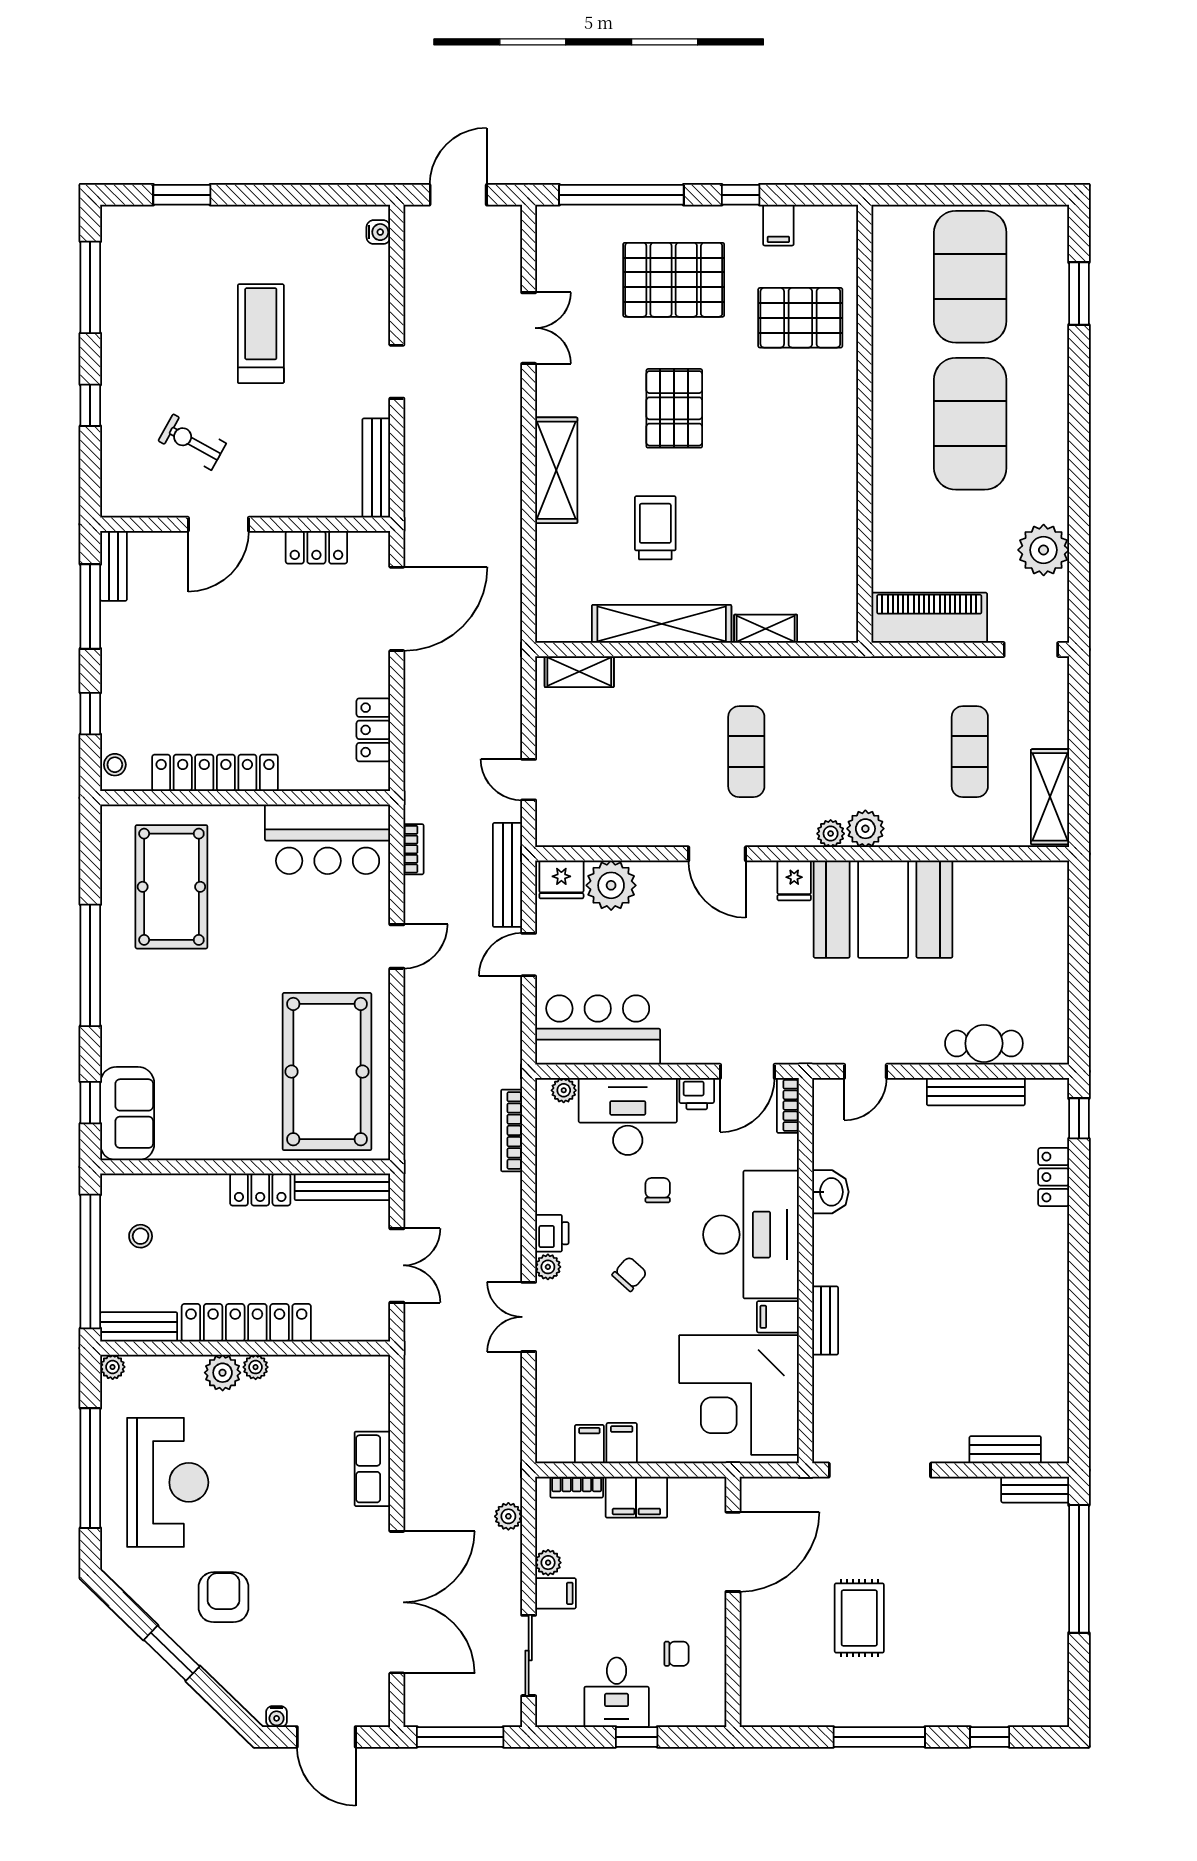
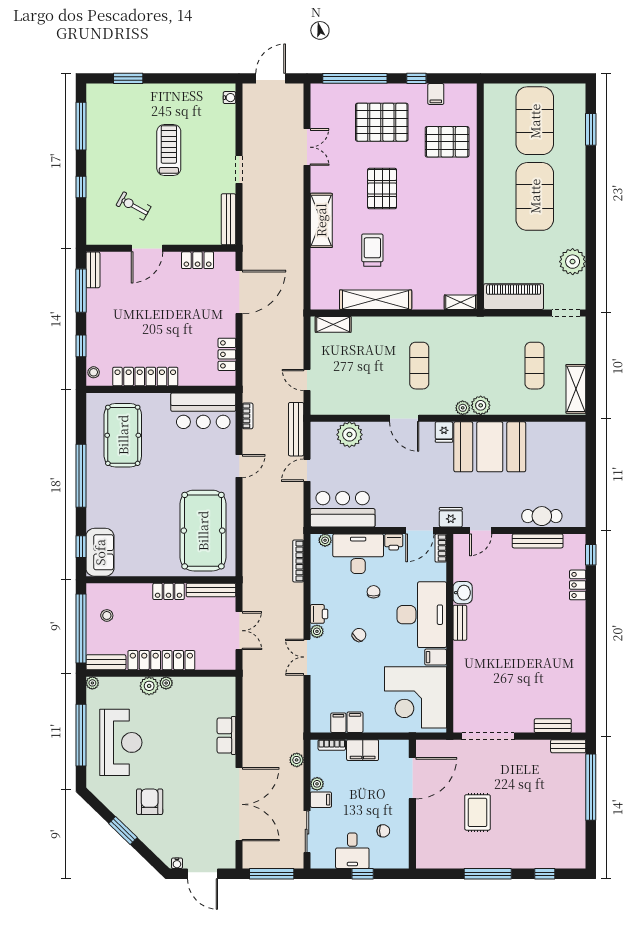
shelving: (766, 629) -> (461, 302), moved
fridge: (561, 879) -> (451, 517), moved, turned 180
bench: (825, 1321) -> (460, 623), moved

